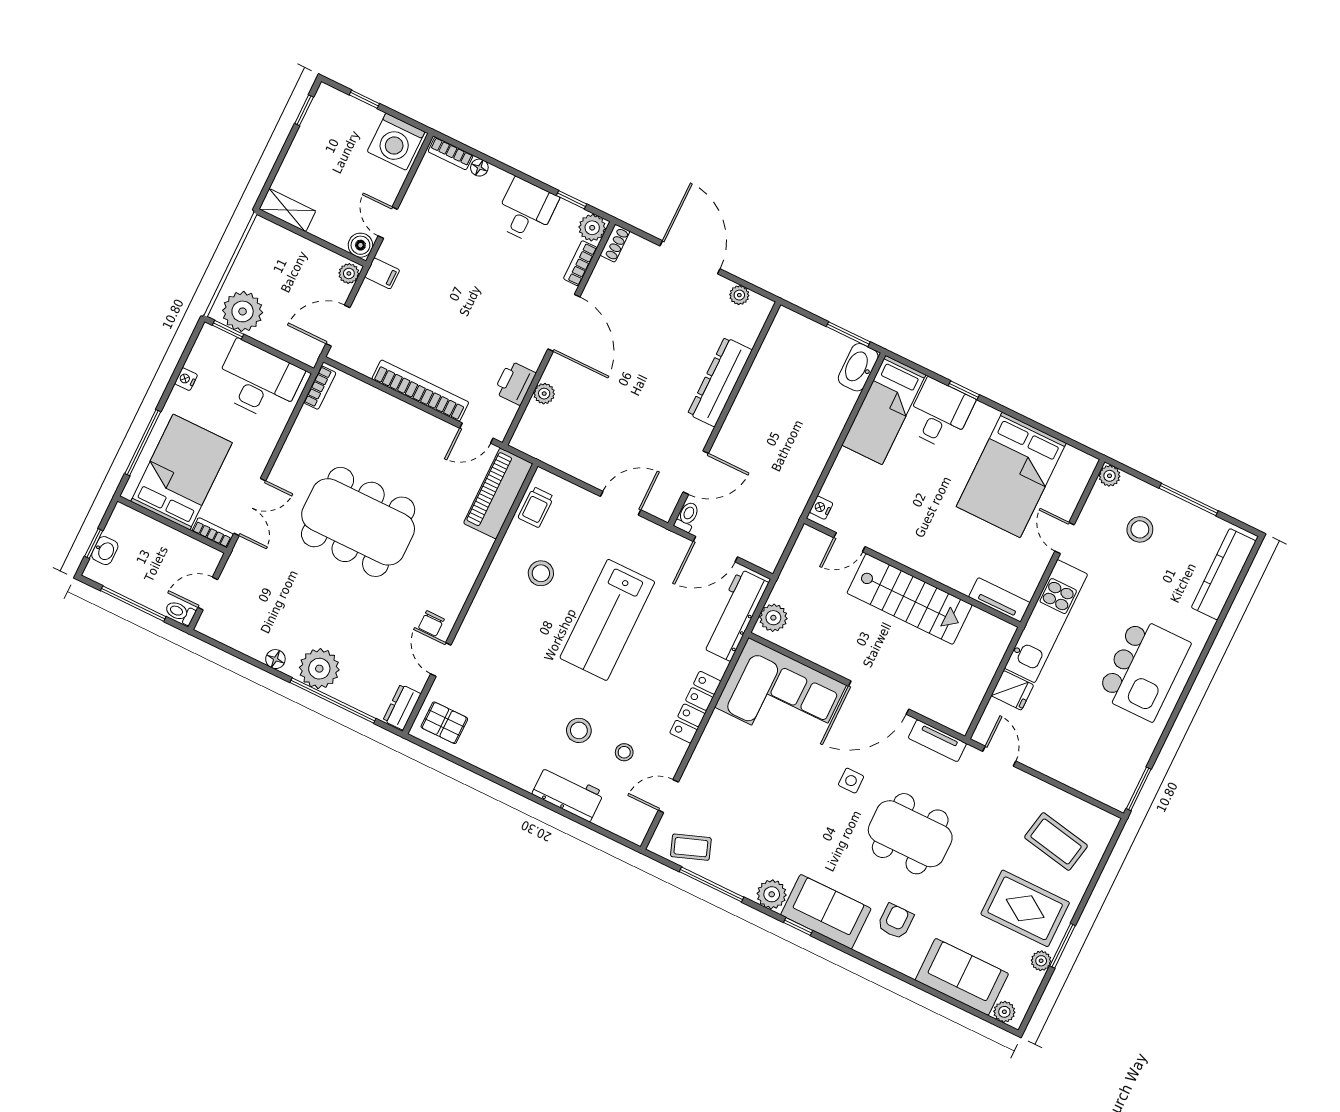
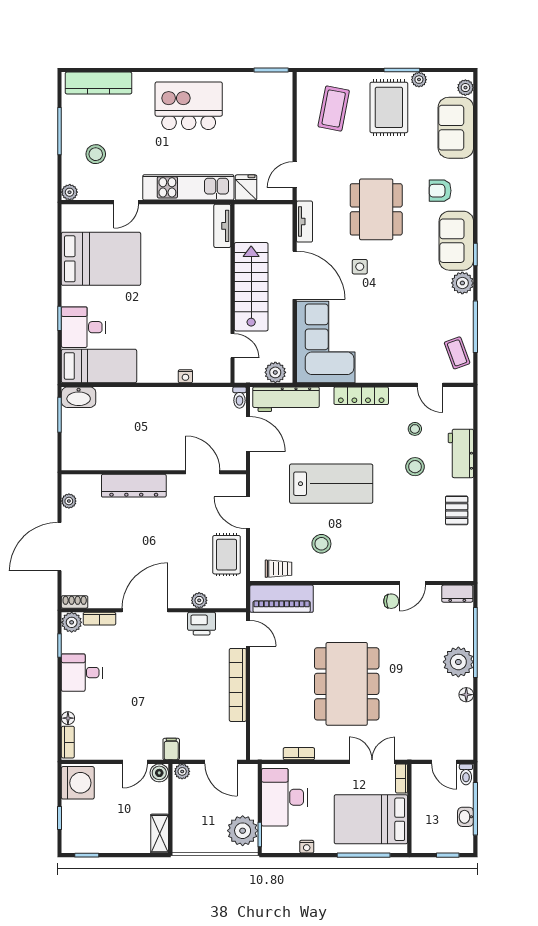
bookcase: (320, 388) -> (299, 754), moved
rug: (583, 453) -> (227, 555), added
toilet: (687, 517) -> (239, 398), moved, turned -90
door: (849, 542) -> (232, 346), moved
washbasin: (105, 551) -> (466, 817), moved, turned -90
wall: (912, 573) -> (232, 293), moved
stairs: (909, 599) -> (251, 287), moved
tv unit: (999, 600) -> (222, 226), moved
pallet: (444, 723) -> (457, 510), moved

